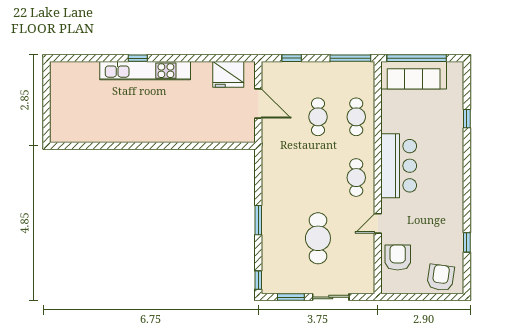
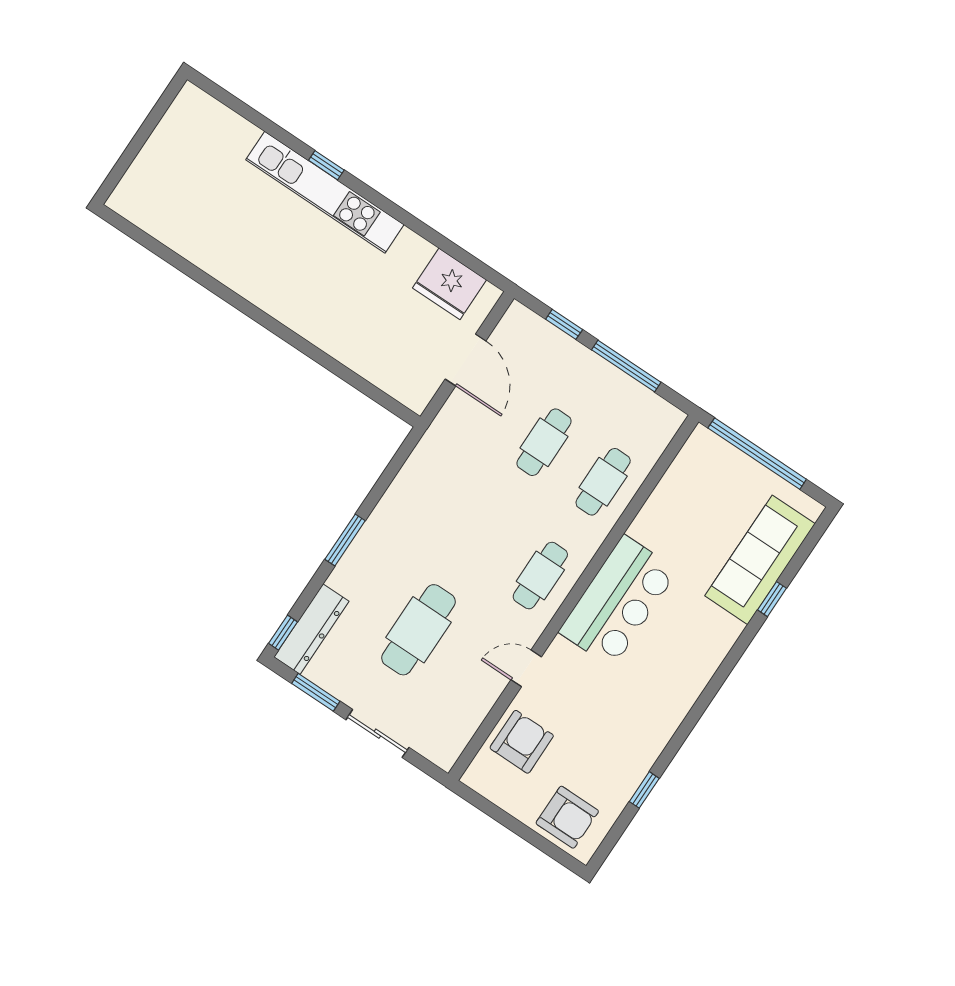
window: (350, 58) -> (626, 366), moved
sofa: (414, 75) -> (760, 560), moved, turned 90
dresser: (270, 270) -> (311, 629), added
armchair: (441, 278) -> (567, 817), turned 82

